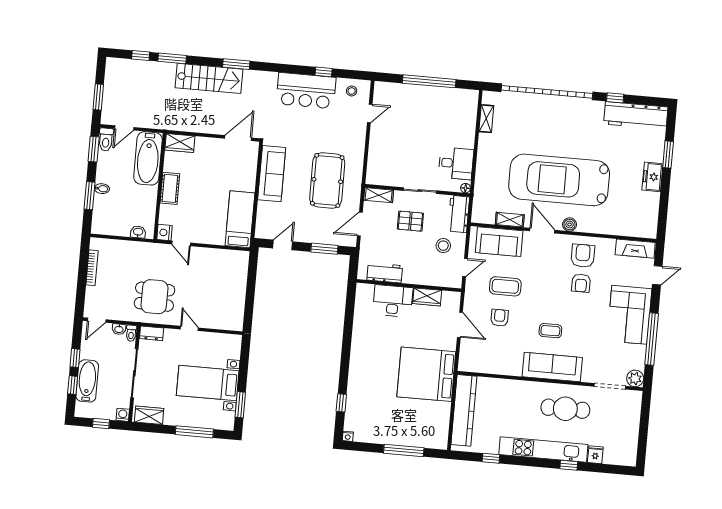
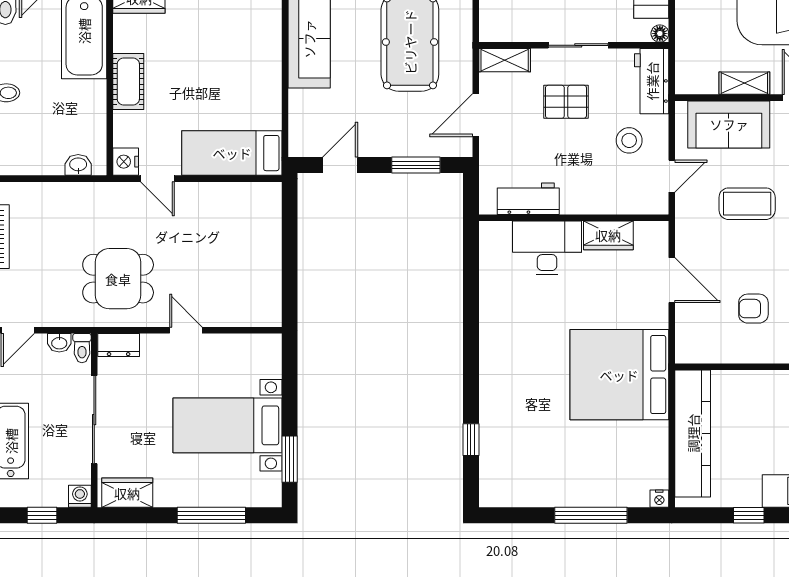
bed: (240, 219) -> (232, 153), moved, turned -90
armchair: (500, 318) -> (753, 309), moved, turned -90
nightstand: (348, 436) -> (659, 499), moved

